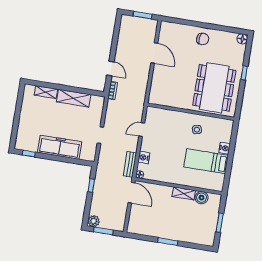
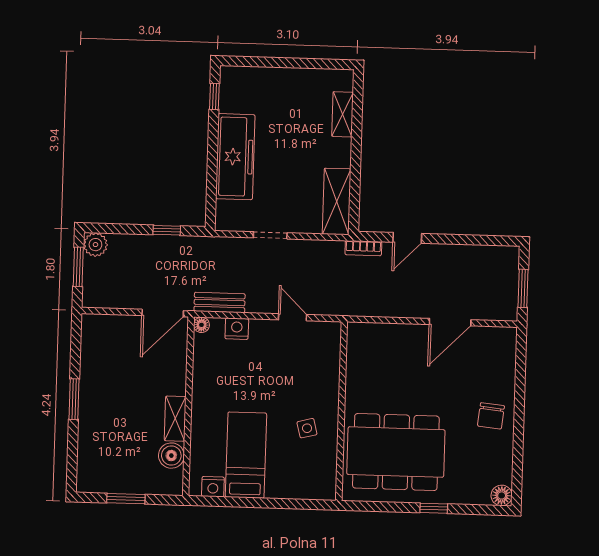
shelving: (74, 98) -> (337, 202), moved
nightstand: (225, 148) -> (213, 487), moved

